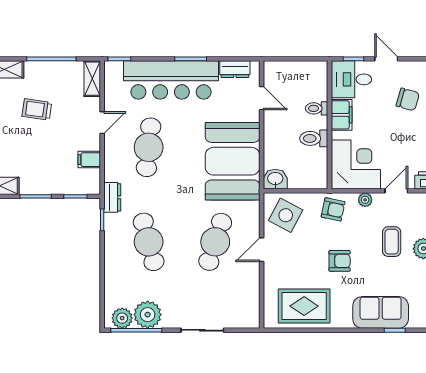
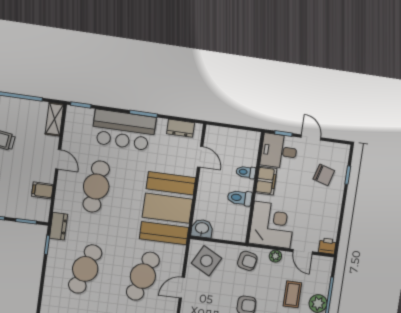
bar counter: (171, 80) -> (124, 130), width x0.73
door: (102, 123) -> (58, 159), hinge flipped
door: (396, 191) -> (303, 252), swing flipped
cafe table: (149, 242) -> (85, 269), turned 33

